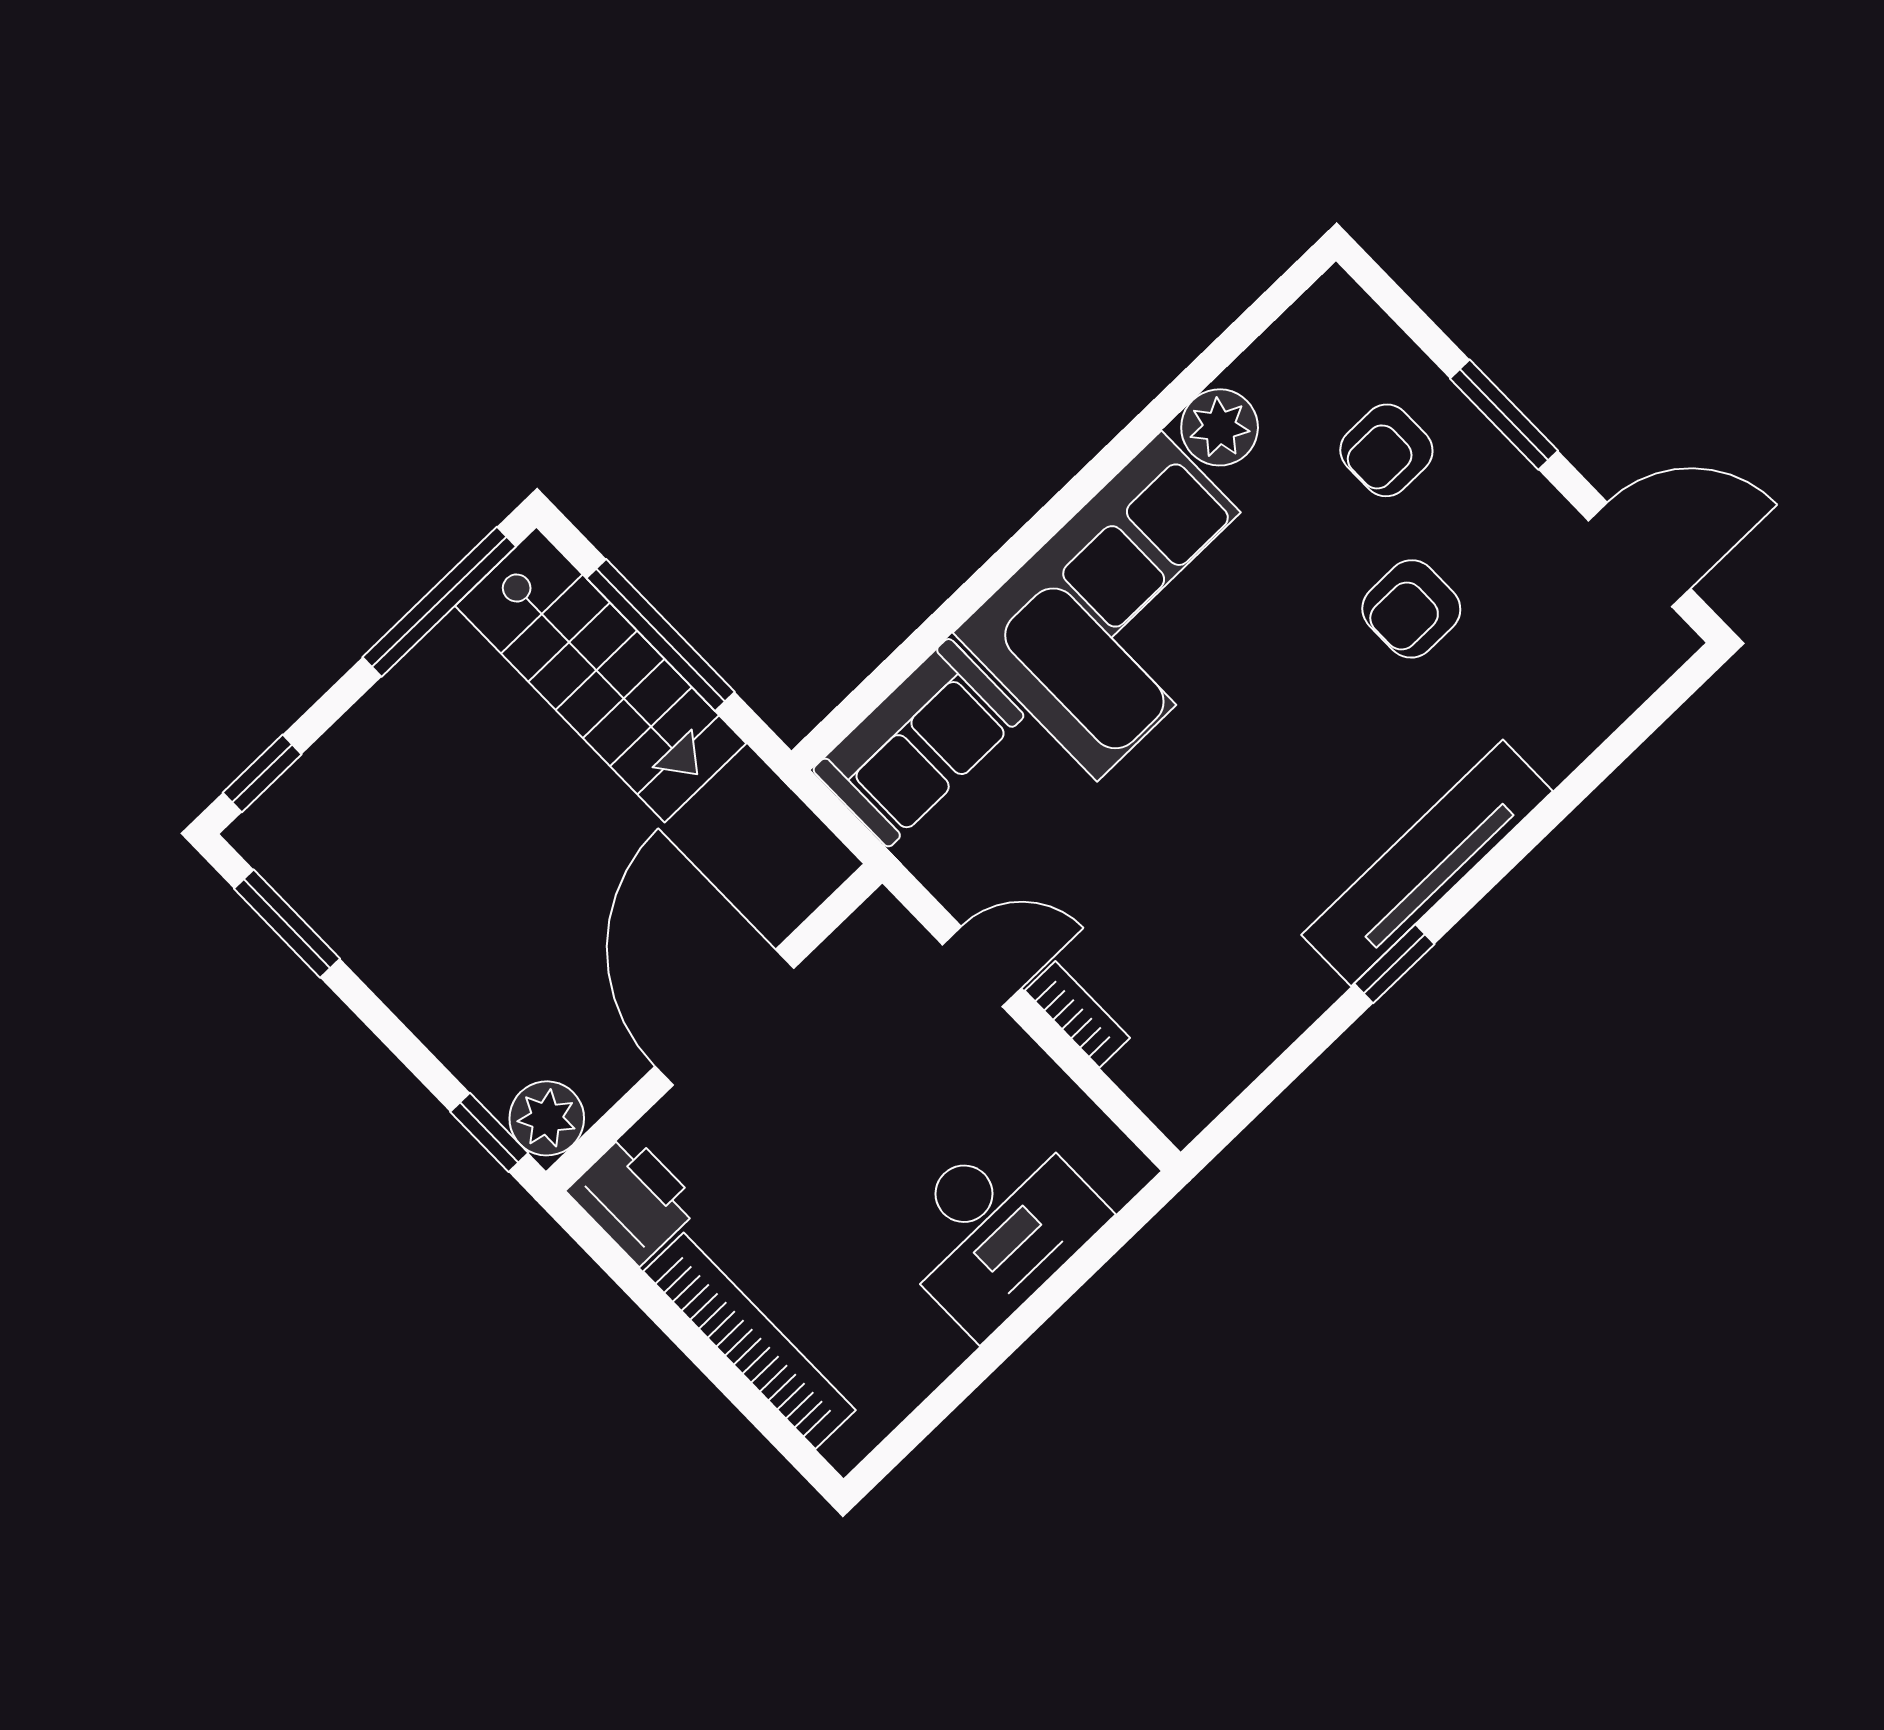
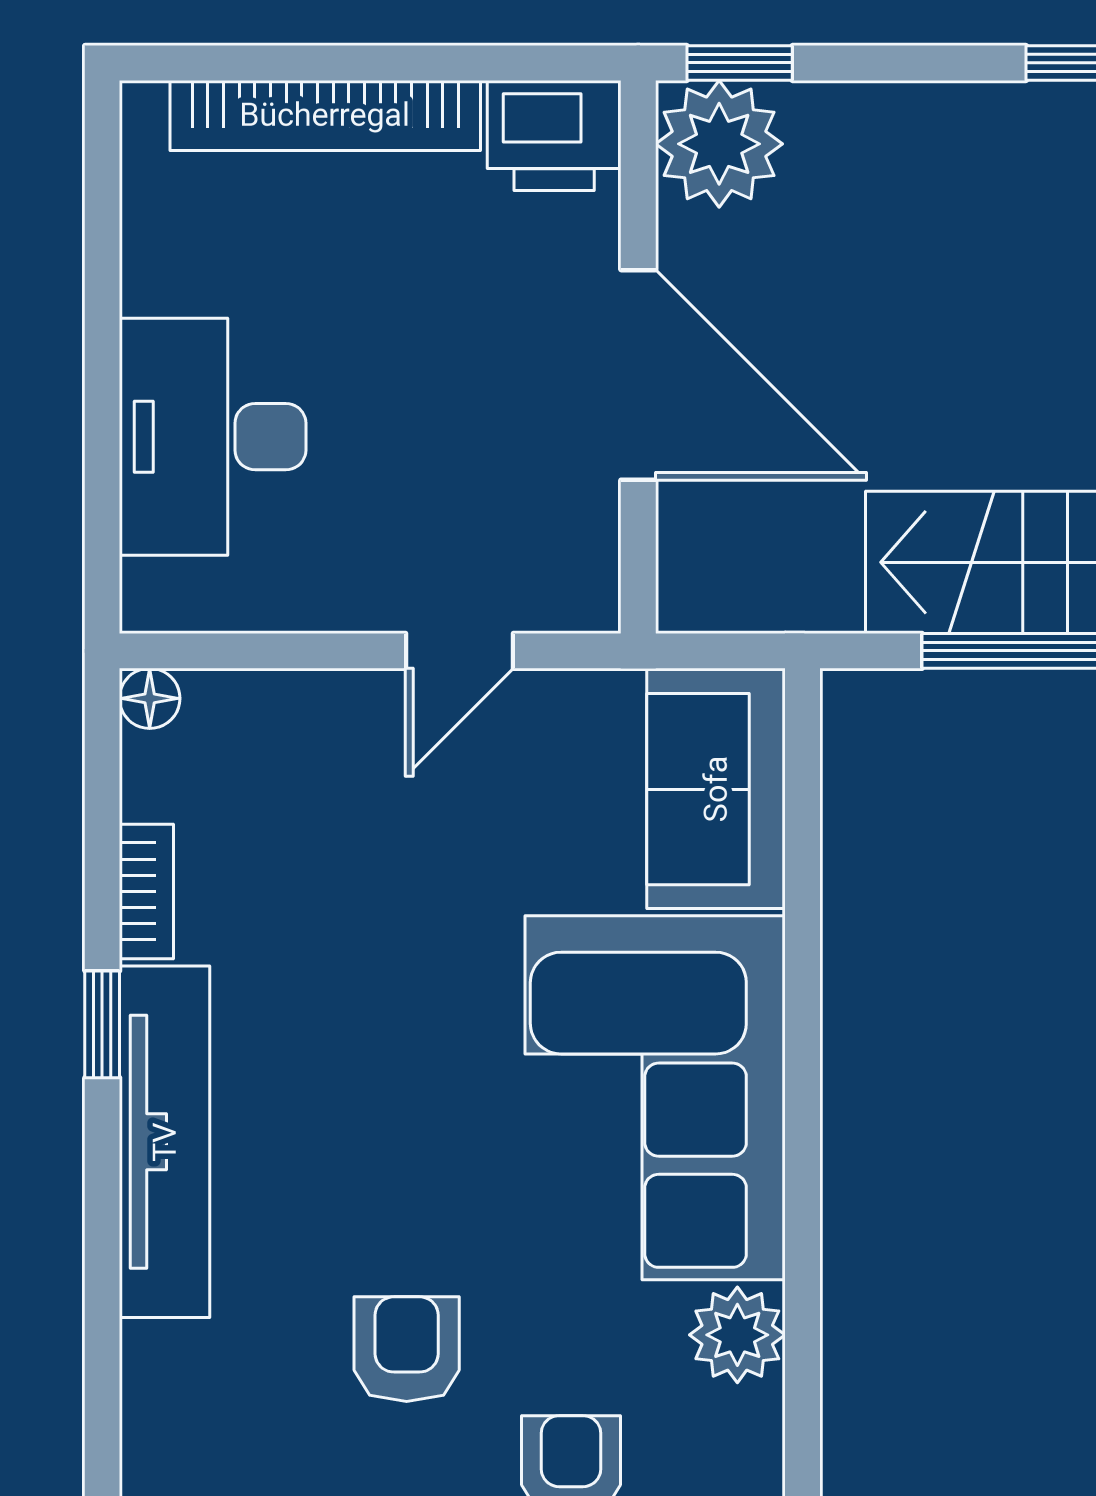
bookcase: (1077, 1014) -> (146, 891), moved, turned -90
plant: (547, 1118) -> (719, 144), width x1.36, depth x1.36
floor lamp: (1181, 1118) -> (150, 698), added

